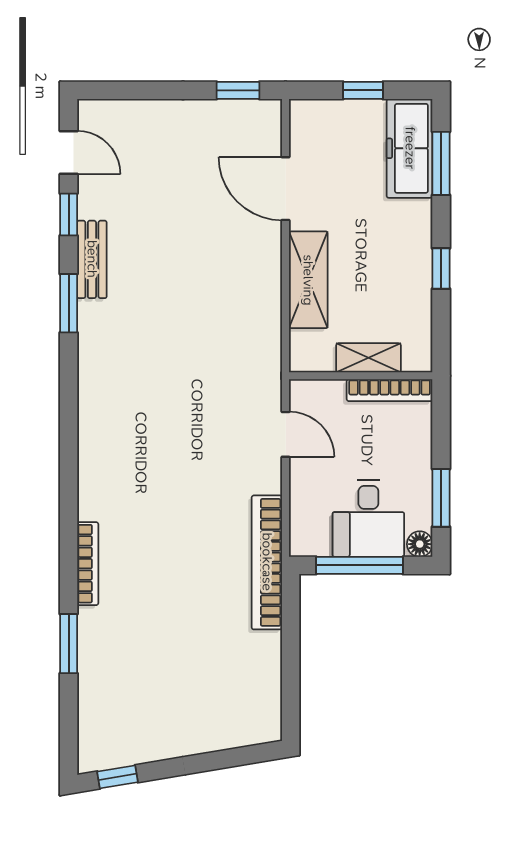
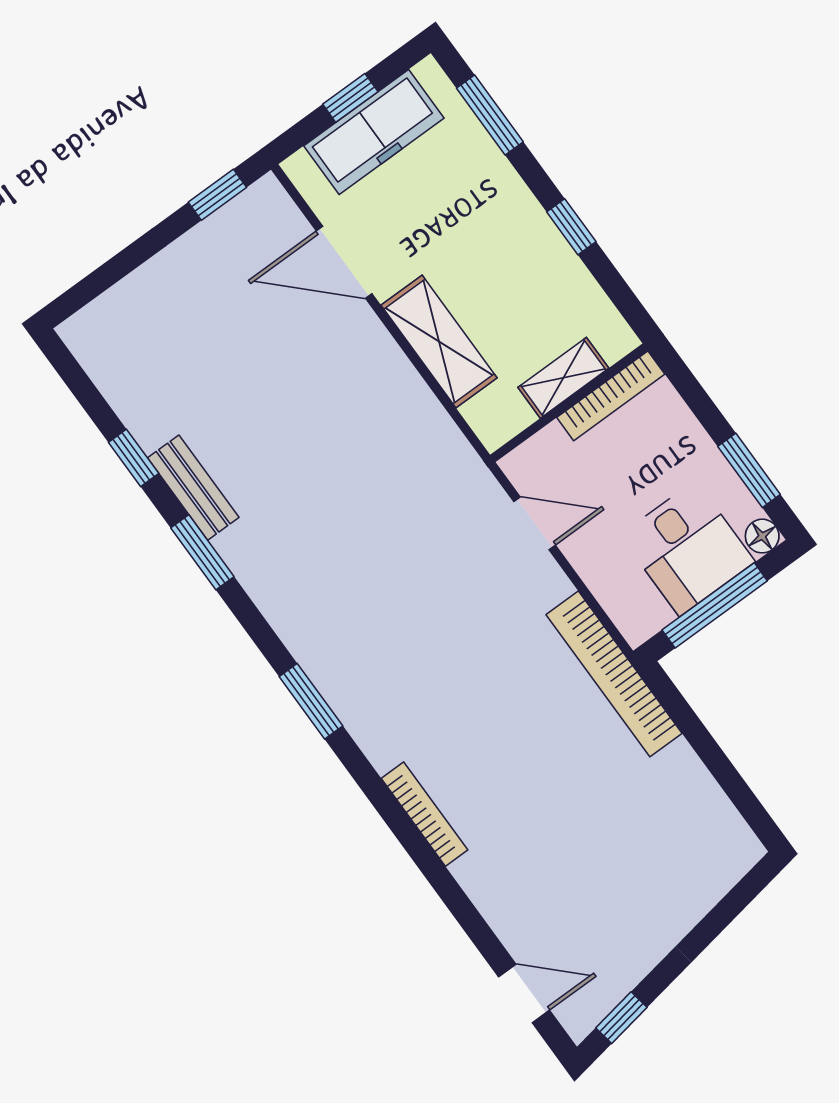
freezer: (410, 148) -> (374, 132), moved, turned -90
door: (69, 153) -> (524, 993), moved
window: (69, 644) -> (311, 701), moved

